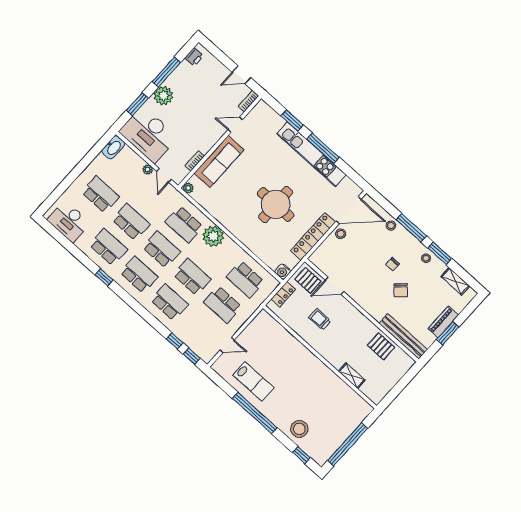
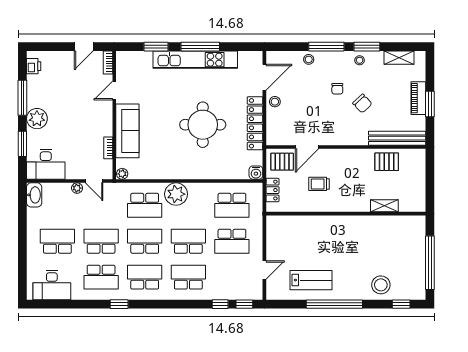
desk: (148, 134) -> (46, 164), width x0.73, depth x0.77
door: (349, 210) -> (264, 77), width x0.73
school desk: (108, 247) -> (101, 277), turned 180

